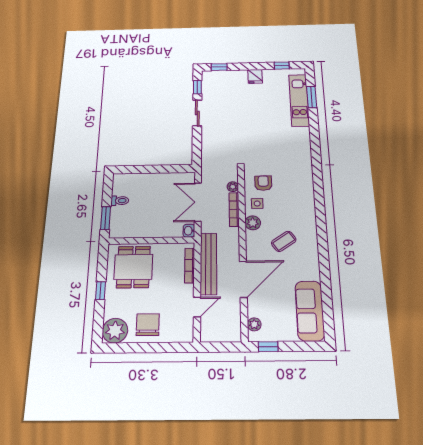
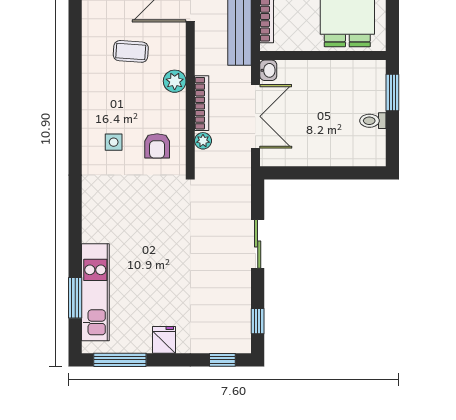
window: (282, 66) -> (120, 360), width x2.17
sliding door: (197, 113) -> (258, 244), moved
side table: (257, 203) -> (114, 142), moved
coffee table: (284, 241) -> (131, 51), turned 38

